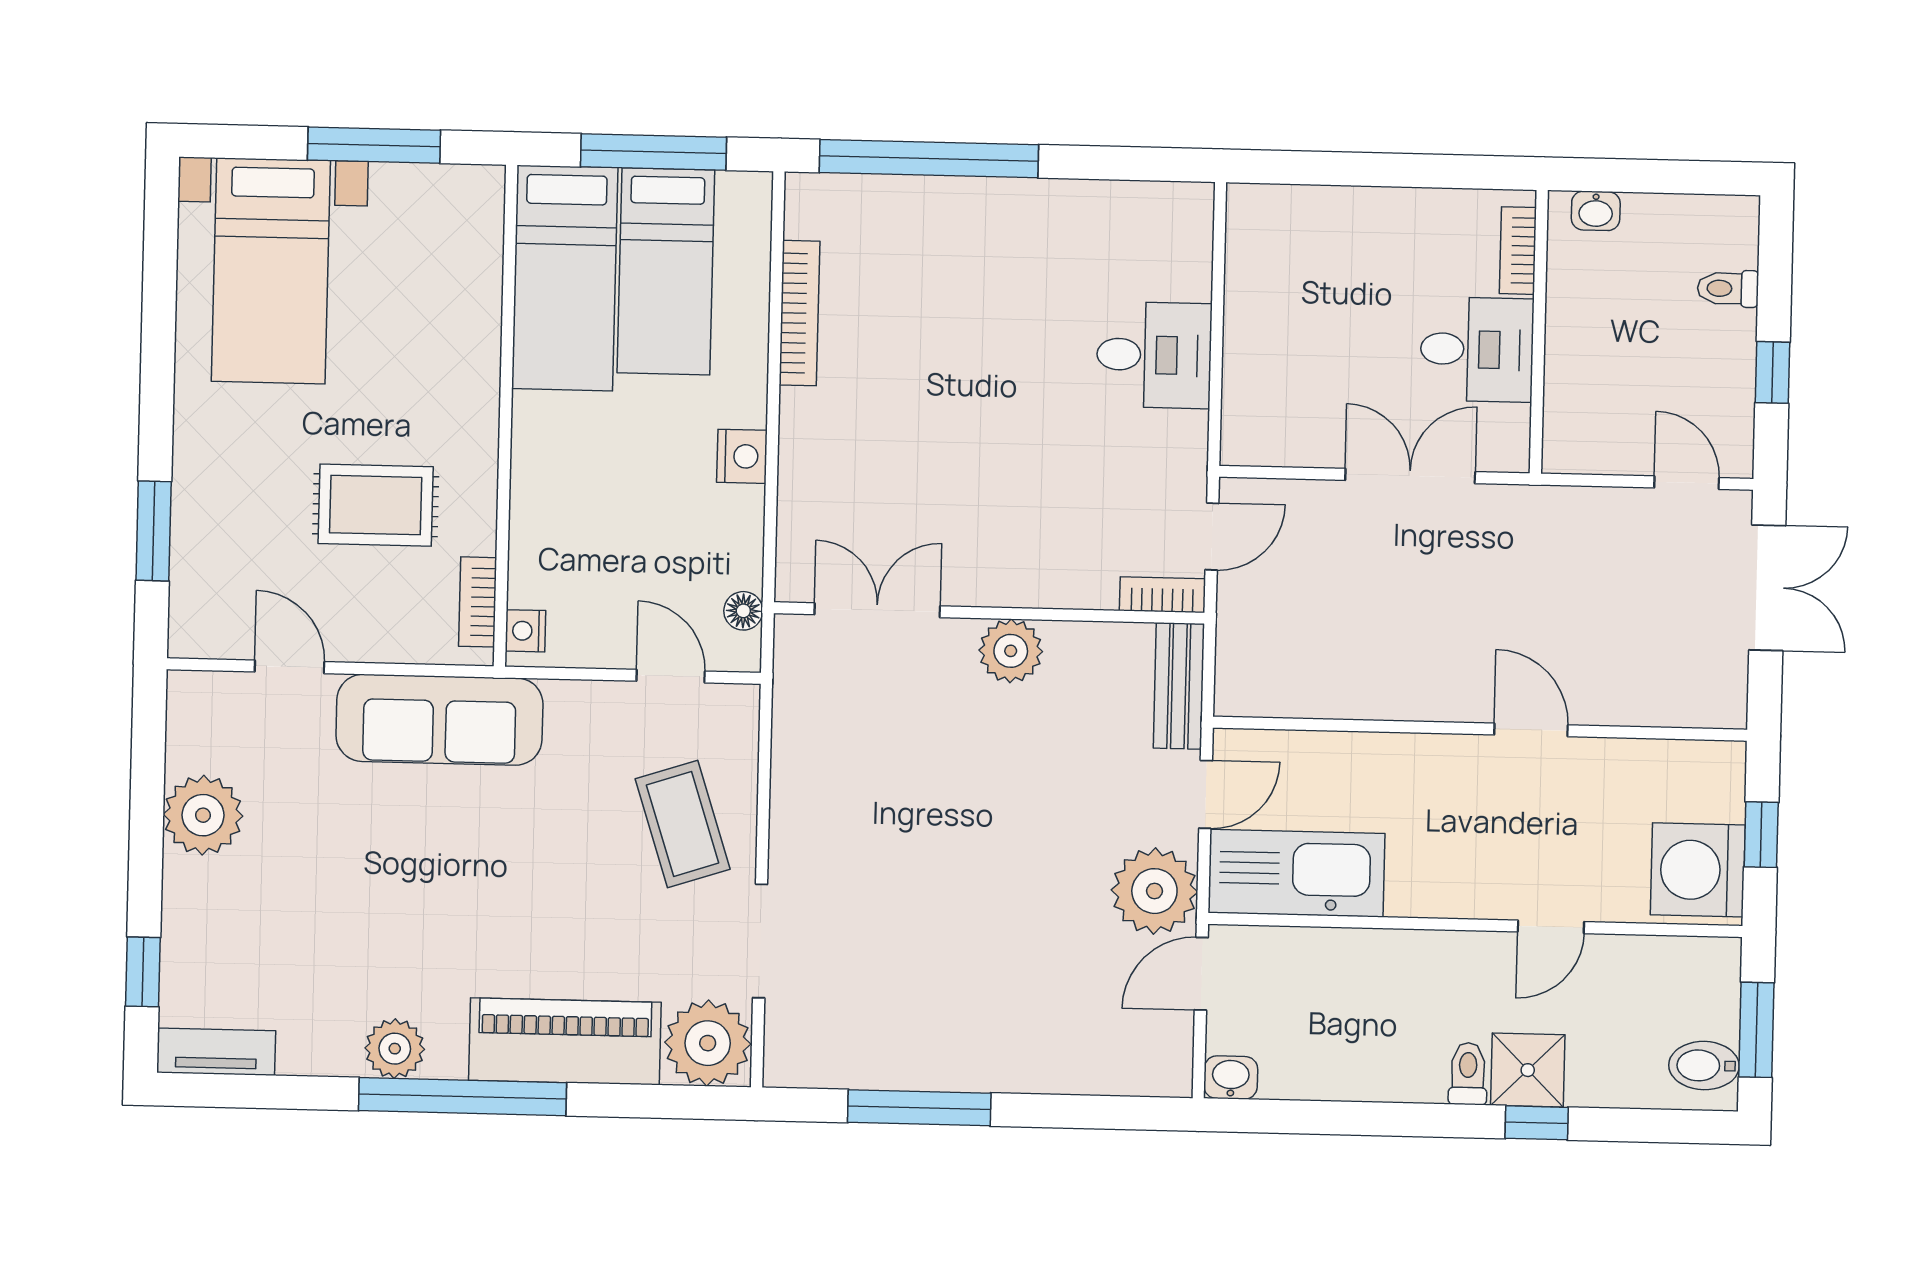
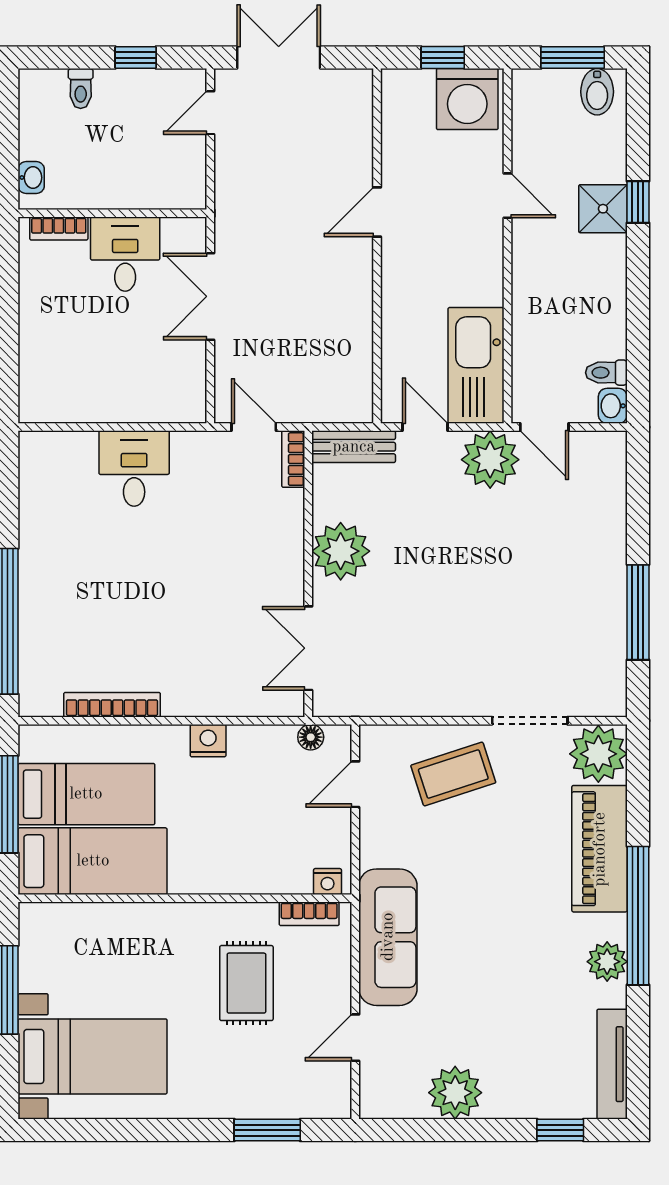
plant: (1011, 651) -> (341, 551), width x1.36, depth x1.36
tv unit: (216, 1052) -> (612, 1064), width x1.41
toilet: (1468, 1074) -> (606, 373), moved

